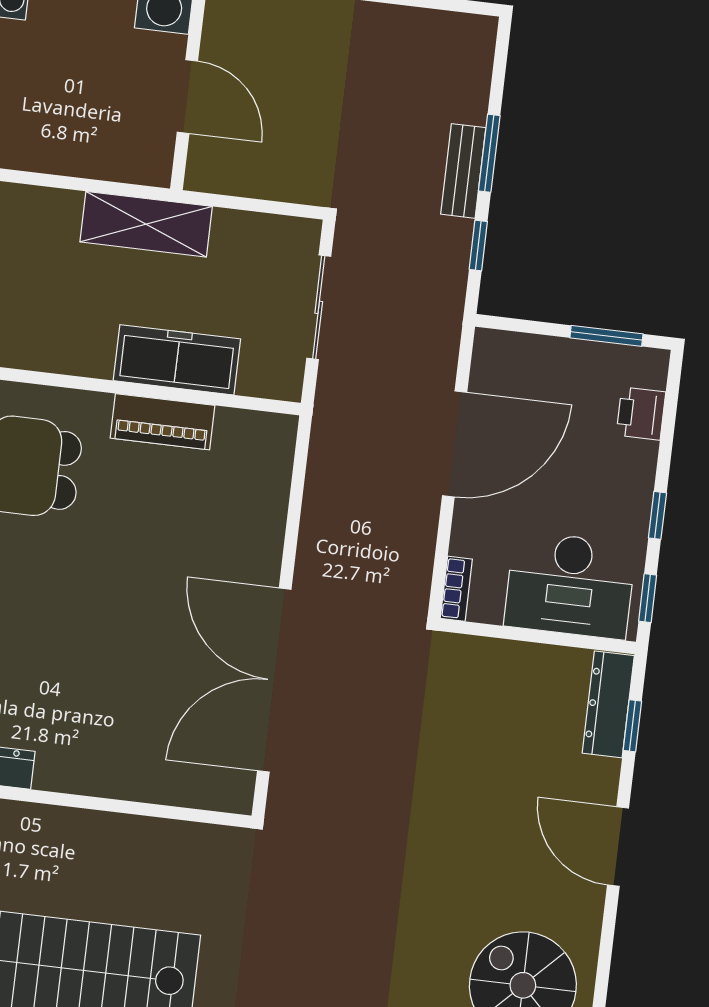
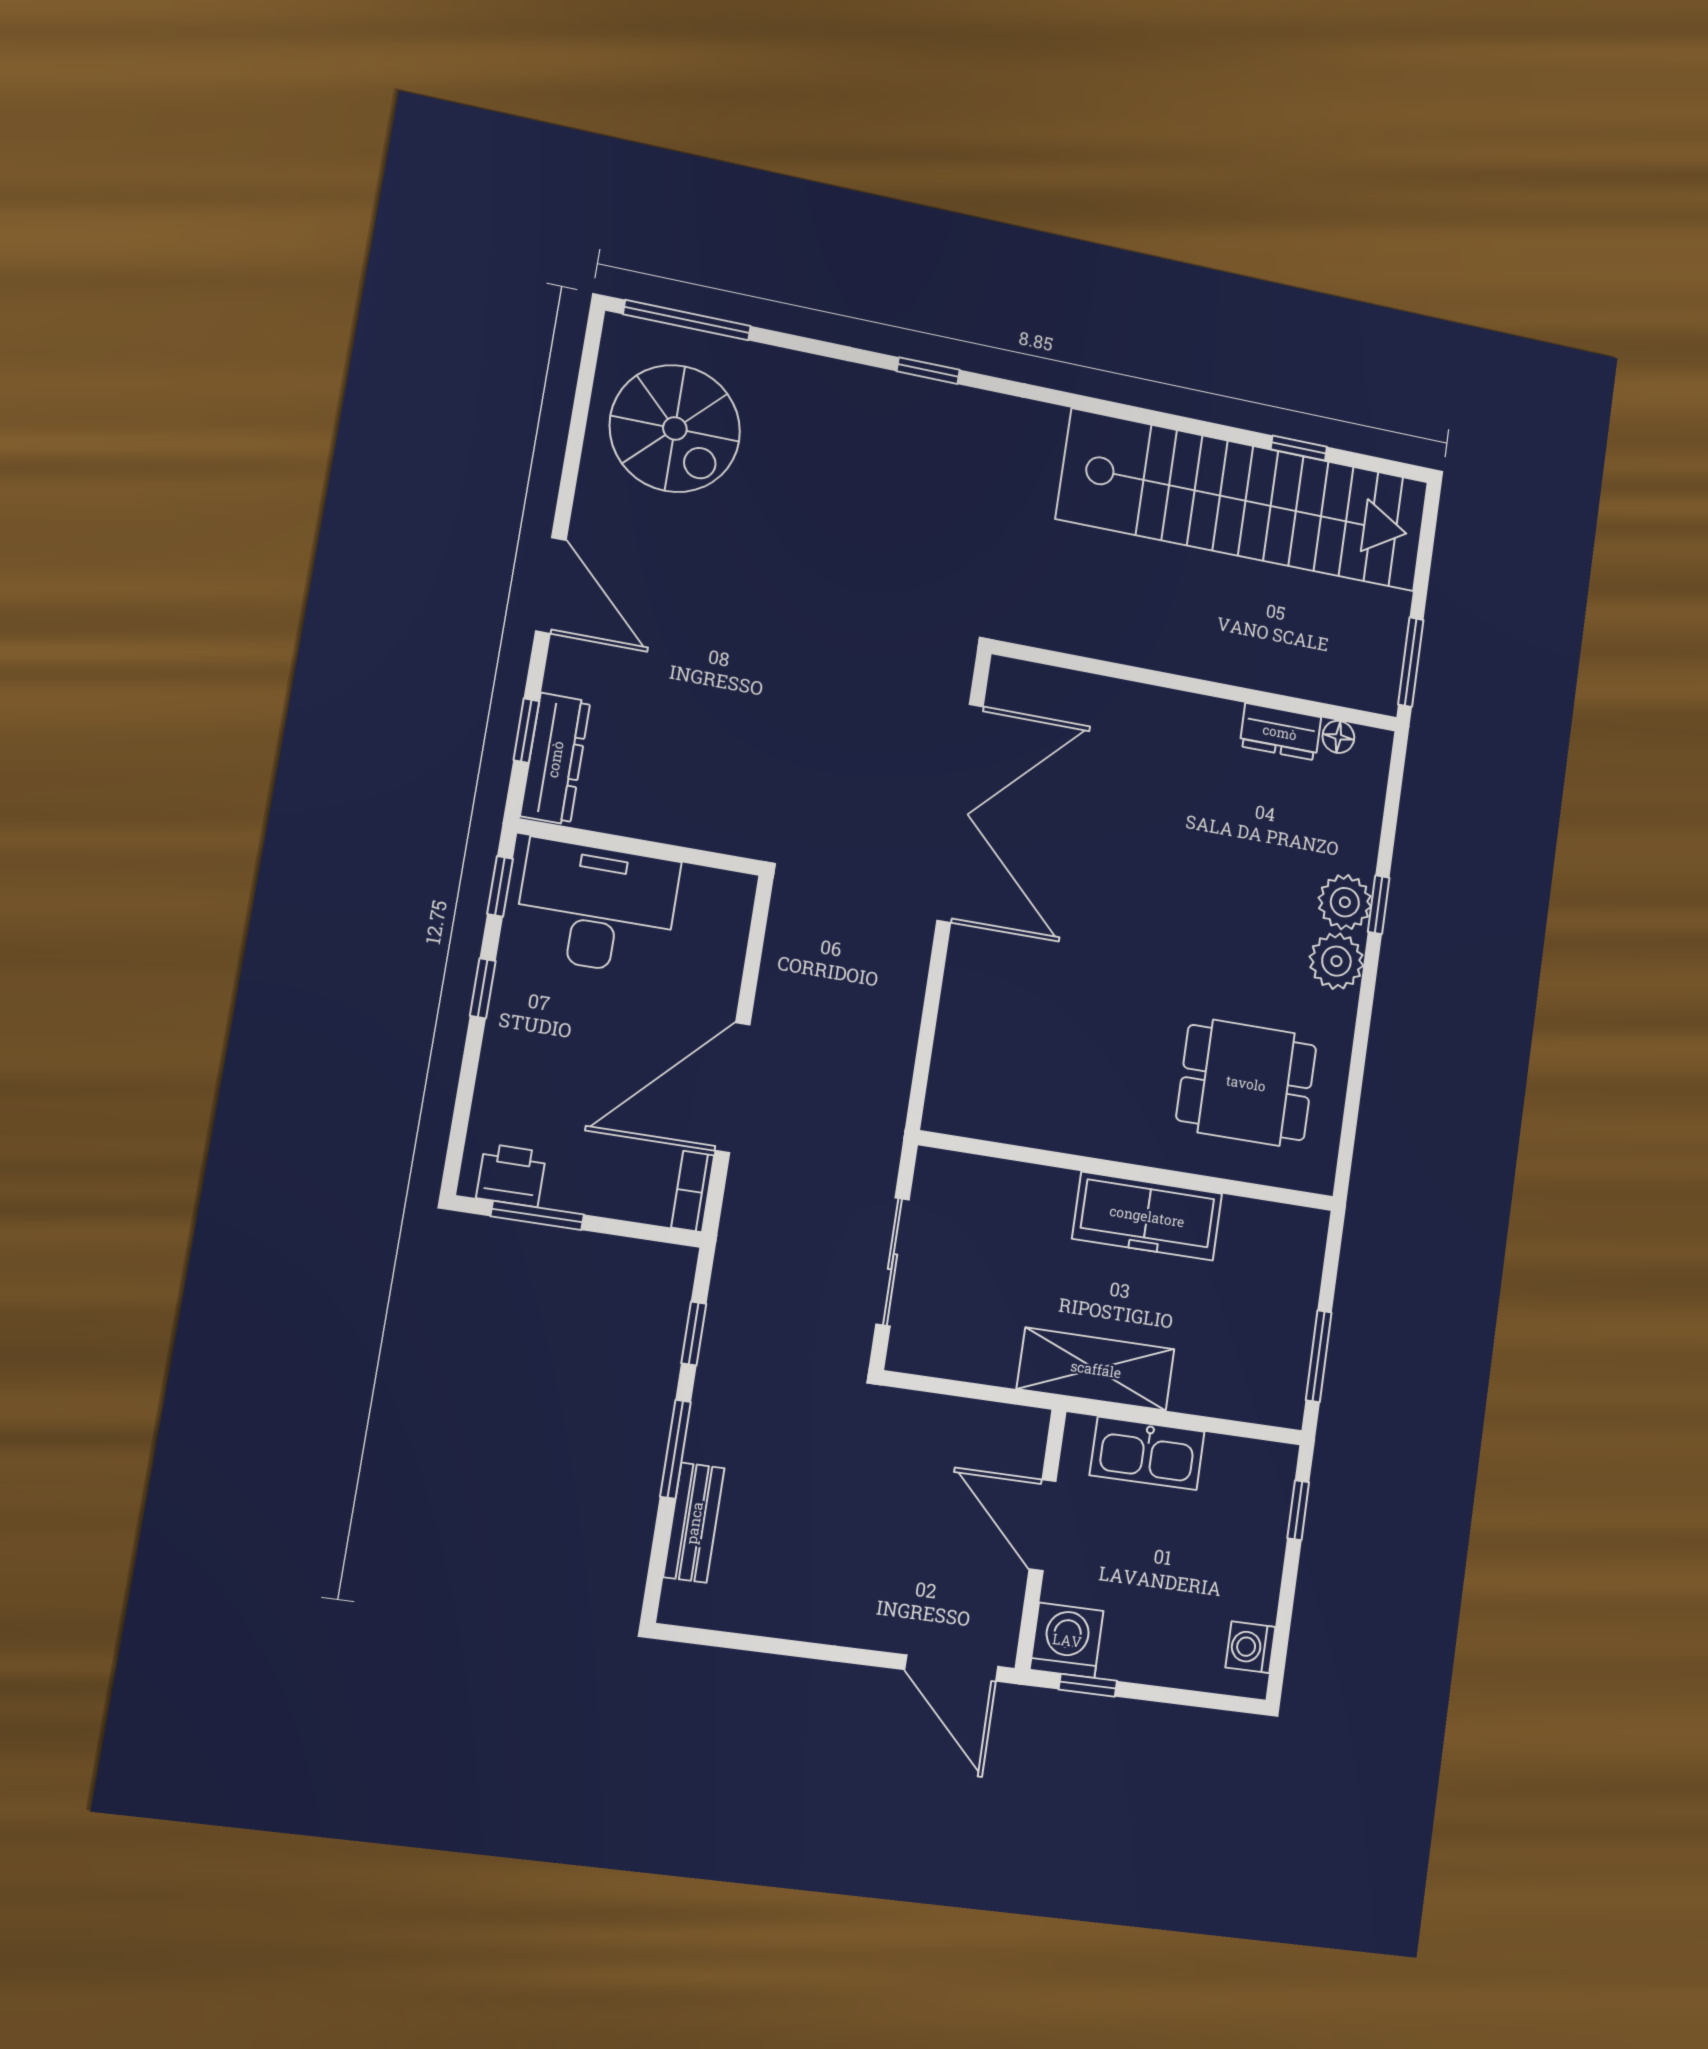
kitchen sink: (101, 156) -> (1147, 1453), added
bench: (463, 171) -> (694, 1523), moved
freezer: (177, 360) -> (1147, 1216), moved
printer: (641, 414) -> (511, 1175), moved, turned -90
piano: (163, 422) -> (1083, 1129), removed
bookcase: (456, 589) -> (693, 1191), moved

